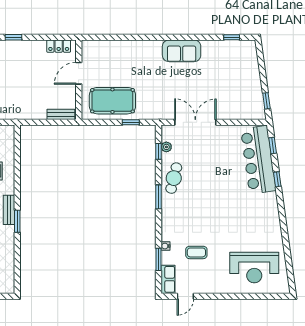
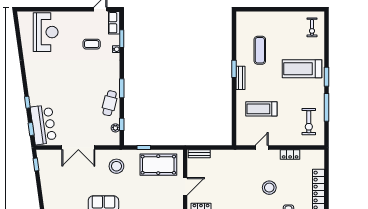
stool: (165, 99) -> (116, 166), added
double door: (195, 122) -> (78, 148), moved
bar counter: (258, 160) -> (43, 125), width x0.73
reception desk: (254, 268) -> (46, 32), turned 90

